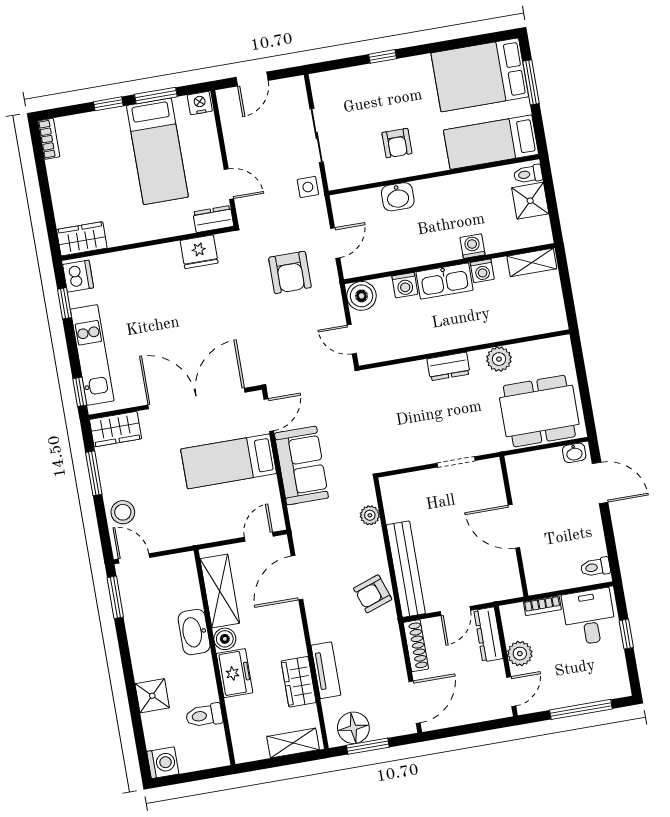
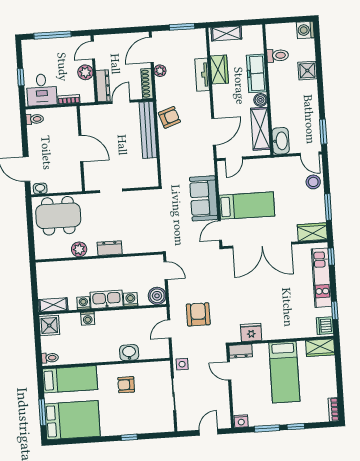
armchair: (397, 143) -> (126, 385), turned -90
bed: (157, 151) -> (284, 372), moved, turned 180
shower: (530, 201) -> (49, 326), moved
plant: (370, 515) -> (160, 71), moved
washbasin: (194, 632) -> (281, 141), moved
freezer: (235, 673) -> (256, 73), width x1.40
floor lamp: (353, 728) -> (189, 39), removed

